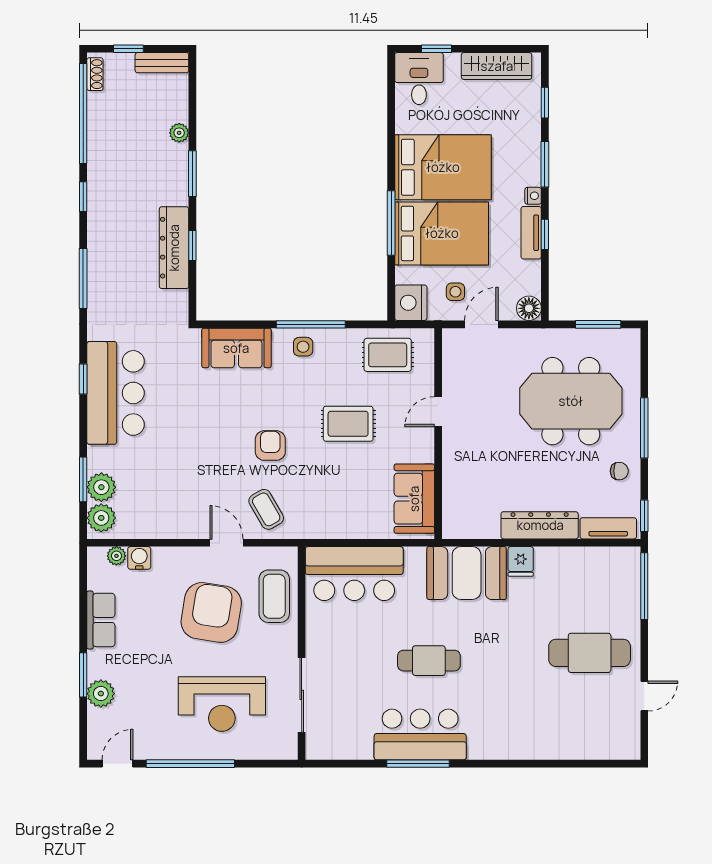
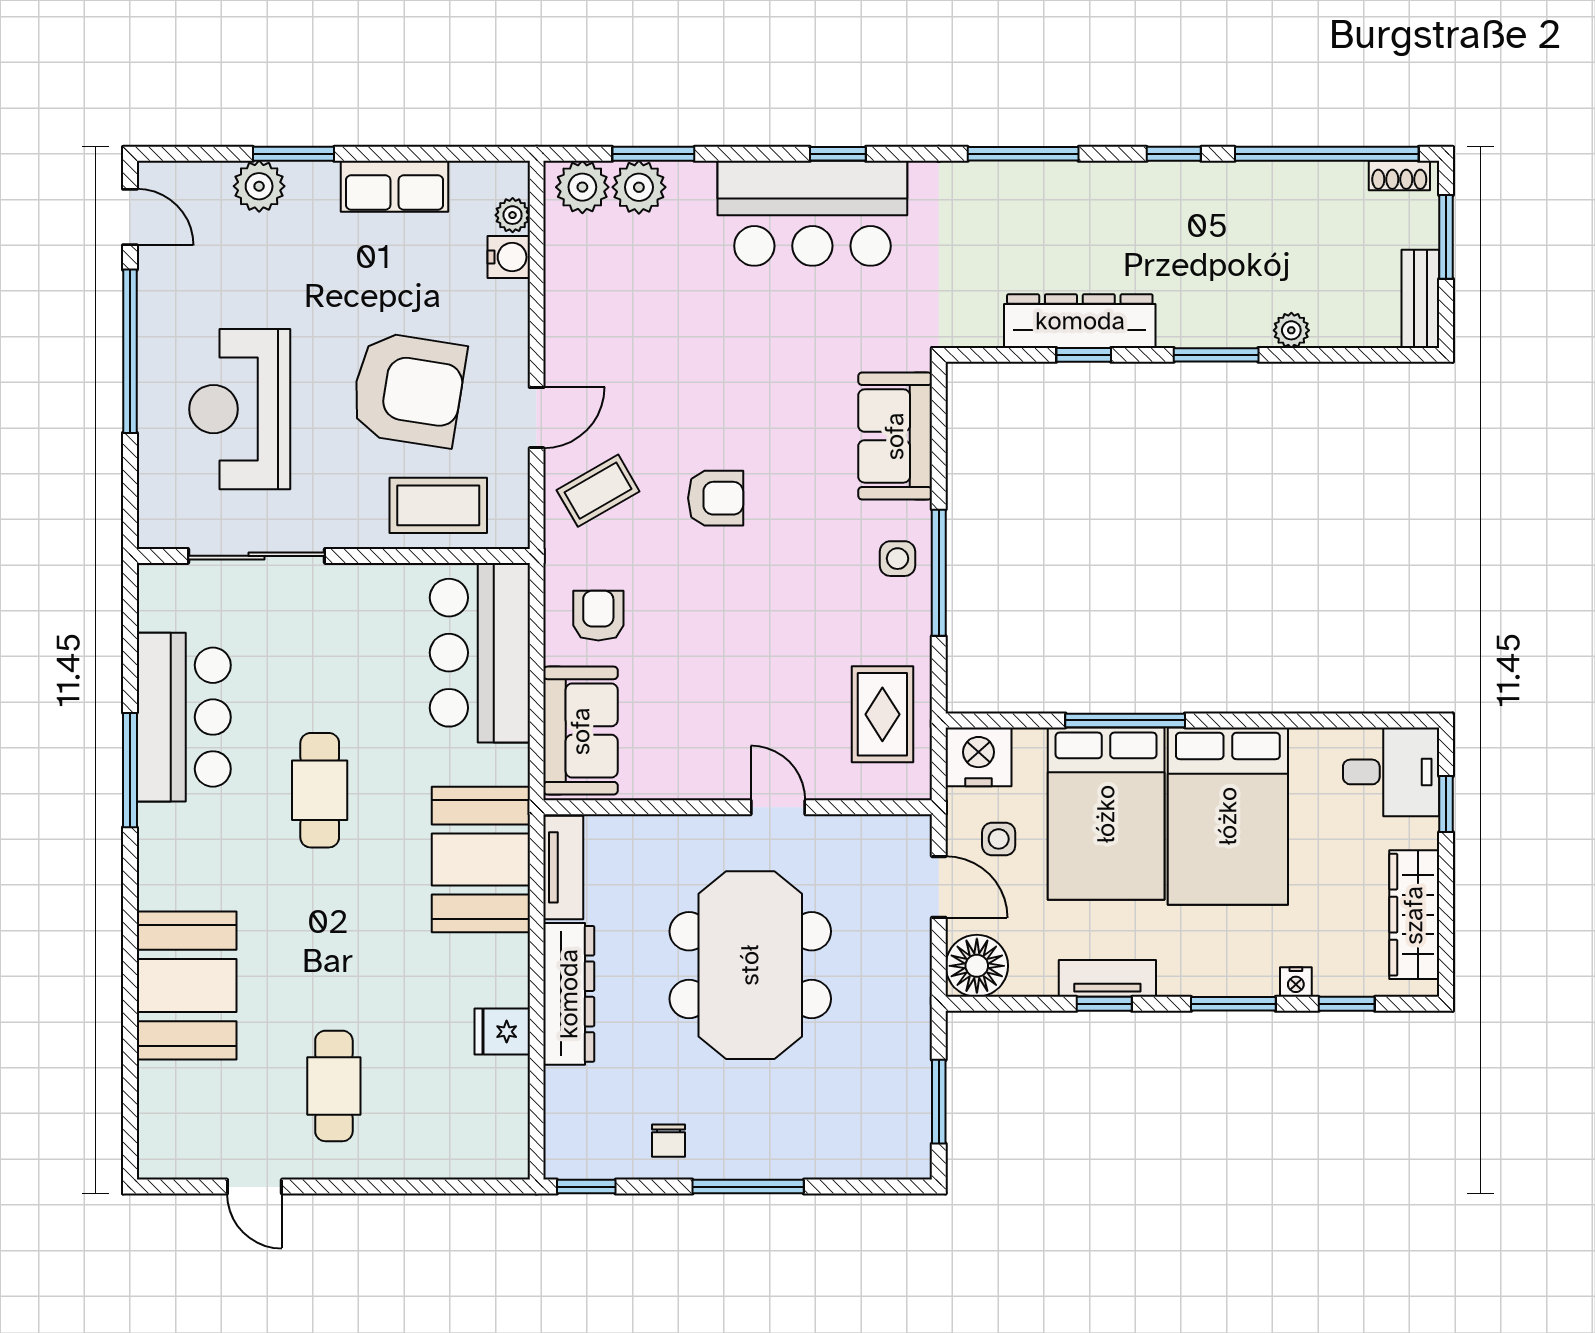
window: (128, 49) -> (1446, 237), width x1.50
nightstand: (533, 196) -> (1296, 982), moved
floor lamp: (529, 308) -> (977, 966), width x1.38, depth x1.38
meeting table: (571, 401) -> (750, 965), moved
rug: (348, 424) -> (756, 641), removed
sofa: (414, 499) -> (581, 731), moved, turned 90
armchair: (334, 509) -> (598, 616), added
tv unit: (608, 528) -> (563, 867), moved
fridge: (521, 561) -> (502, 1032), moved
window: (644, 586) -> (457, 1187), removed
cafe table: (590, 653) -> (334, 1086), width x0.73, depth x0.74
booth: (535, 733) -> (187, 986), added
bar counter: (420, 734) -> (184, 717), moved

